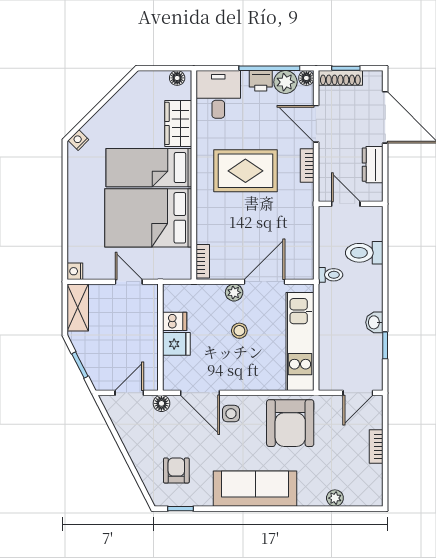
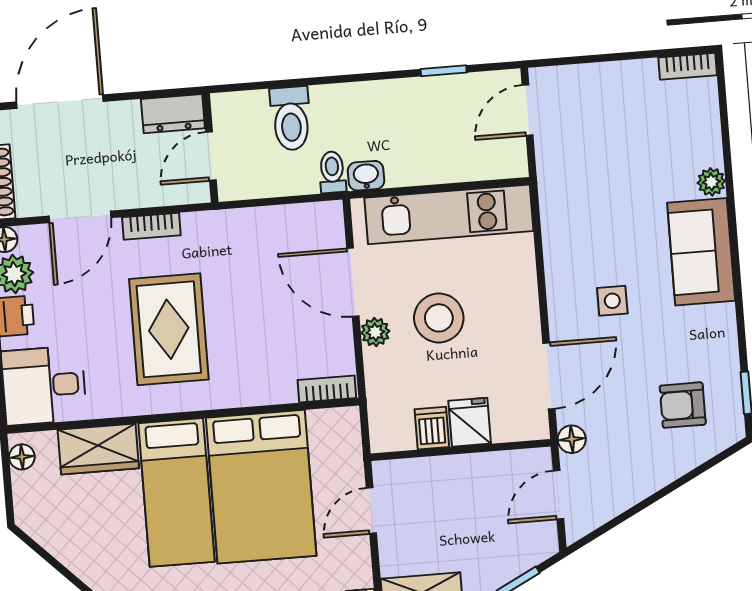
dresser: (373, 165) -> (173, 114), moved
washbasin: (374, 322) -> (366, 176), moved, turned 180
stool: (239, 331) -> (439, 318), width x1.89, depth x1.89
door: (129, 393) -> (558, 495), hinge flipped
door: (358, 393) -> (528, 110), swing flipped
side table: (231, 414) -> (612, 301), moved
armchair: (290, 423) -> (587, 220), removed
bookcase: (376, 446) -> (688, 66), moved
sofa: (255, 489) -> (701, 252), width x0.73
plant: (335, 498) -> (711, 182), moved

